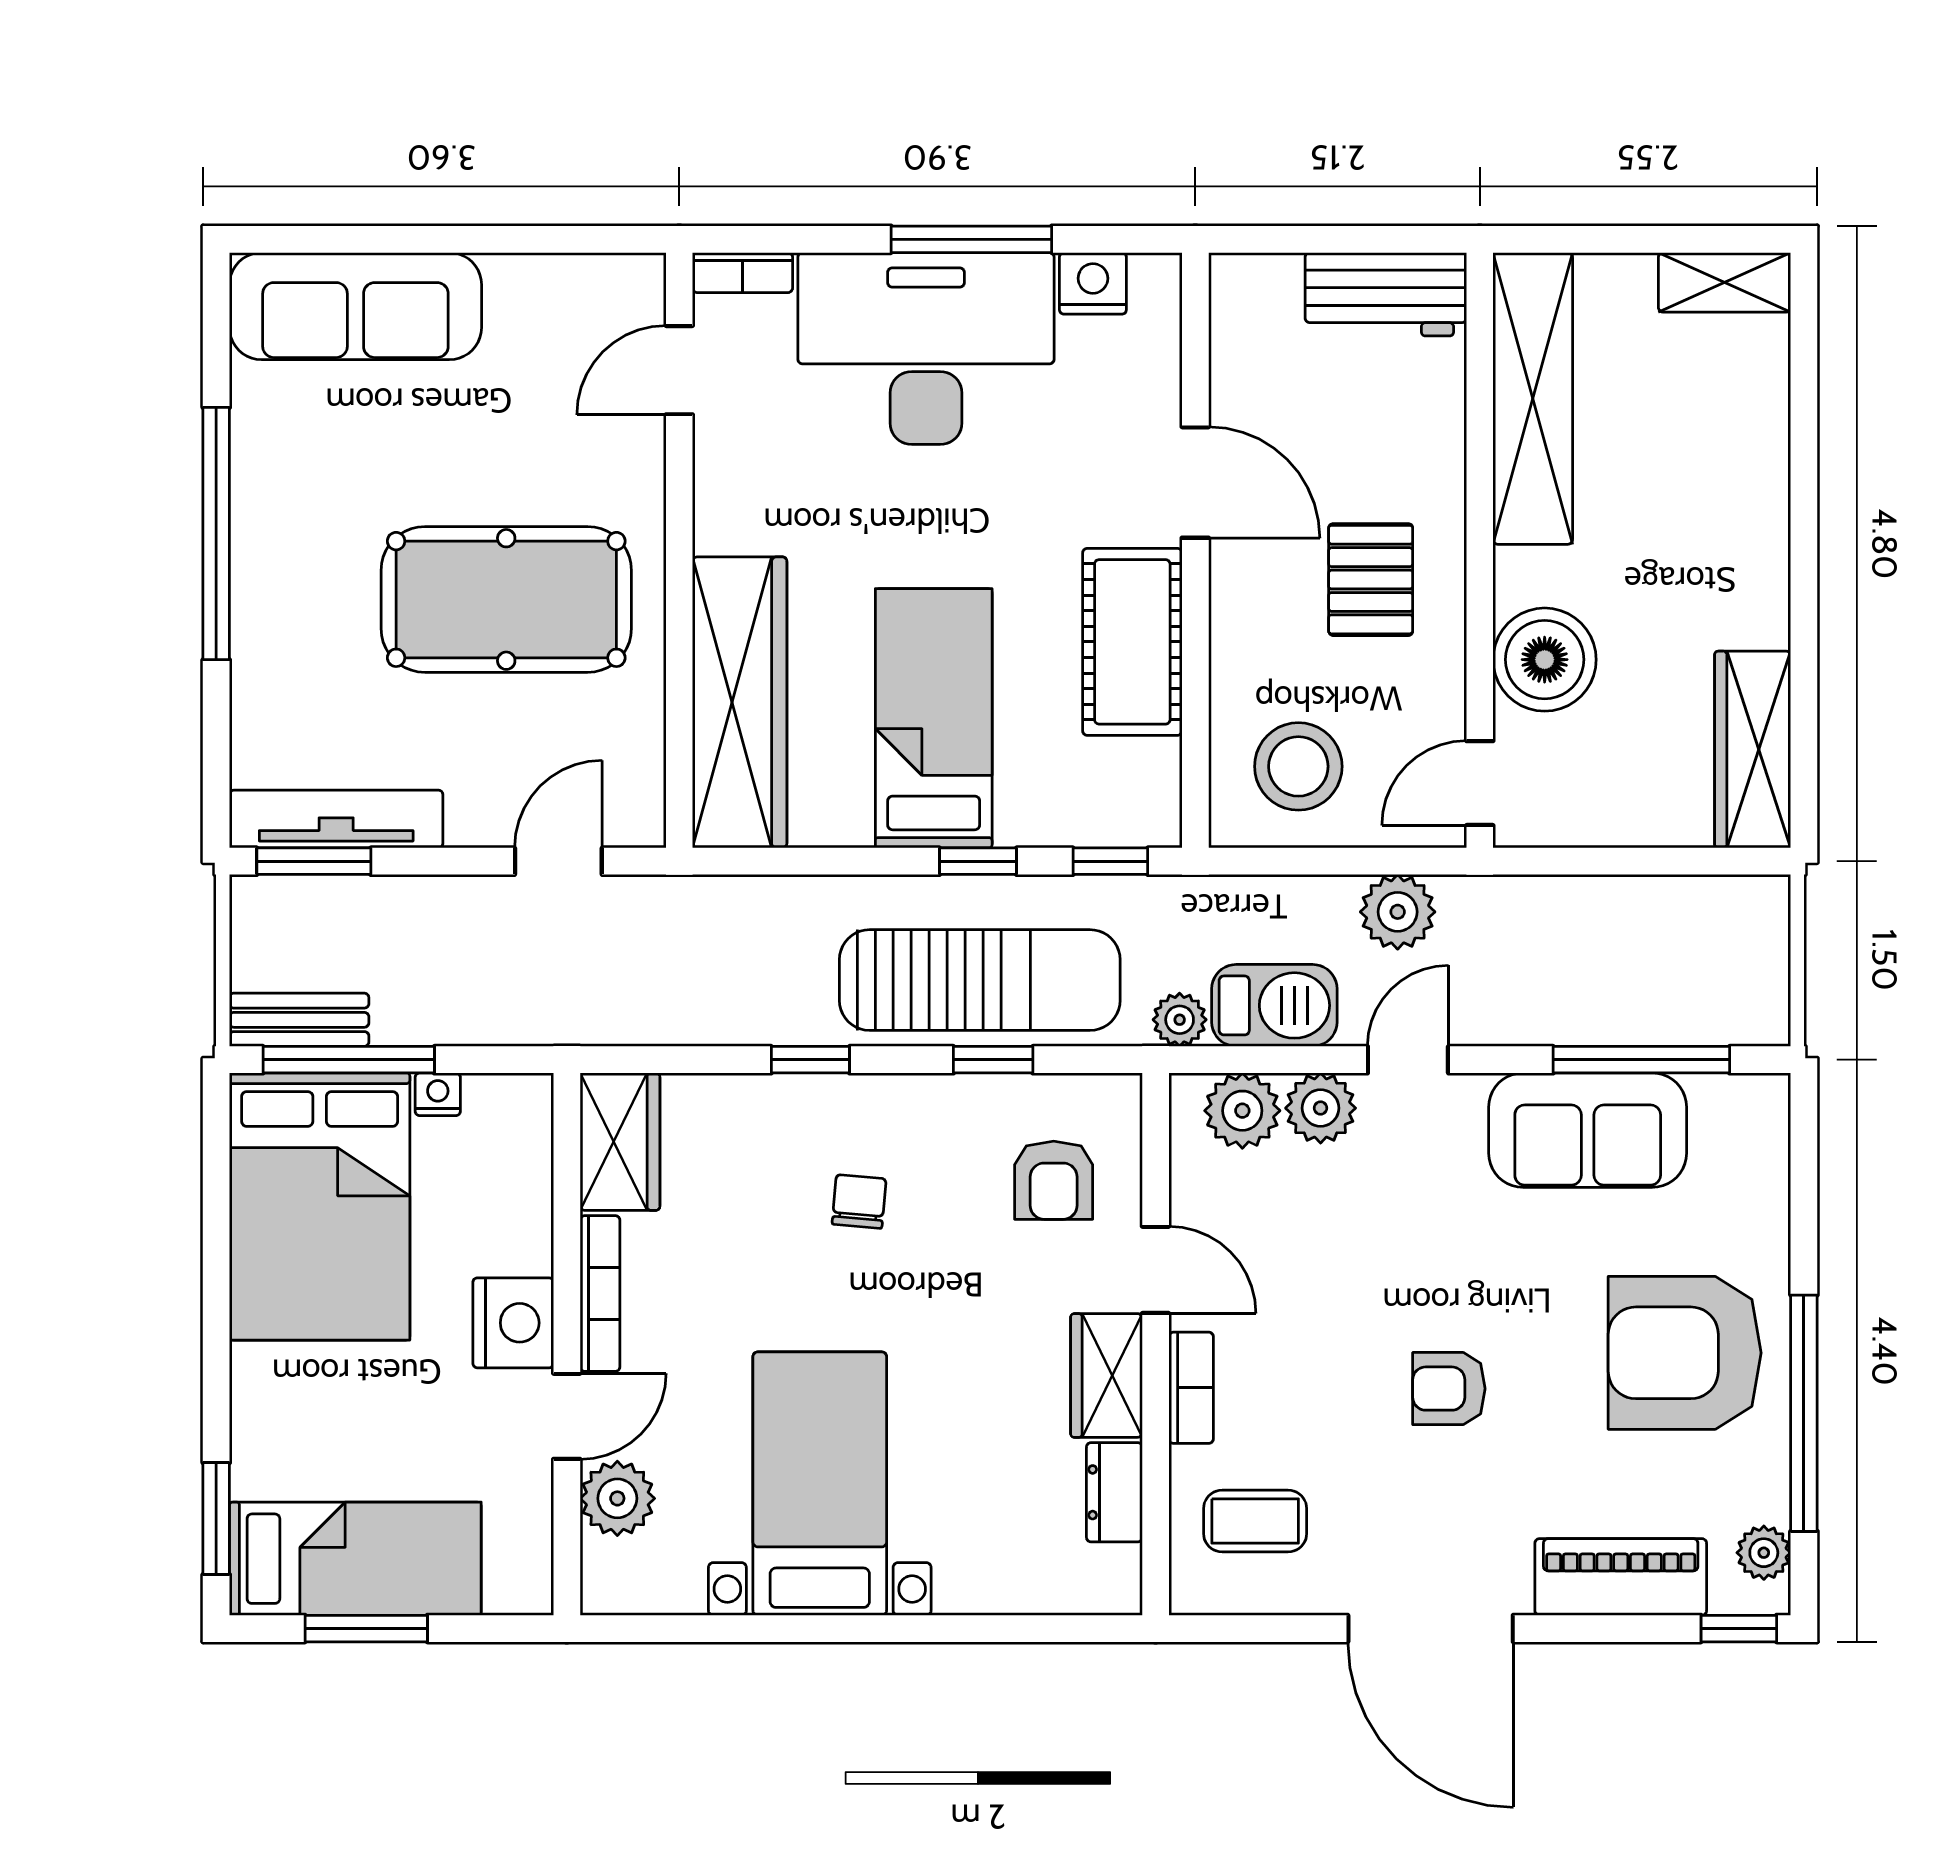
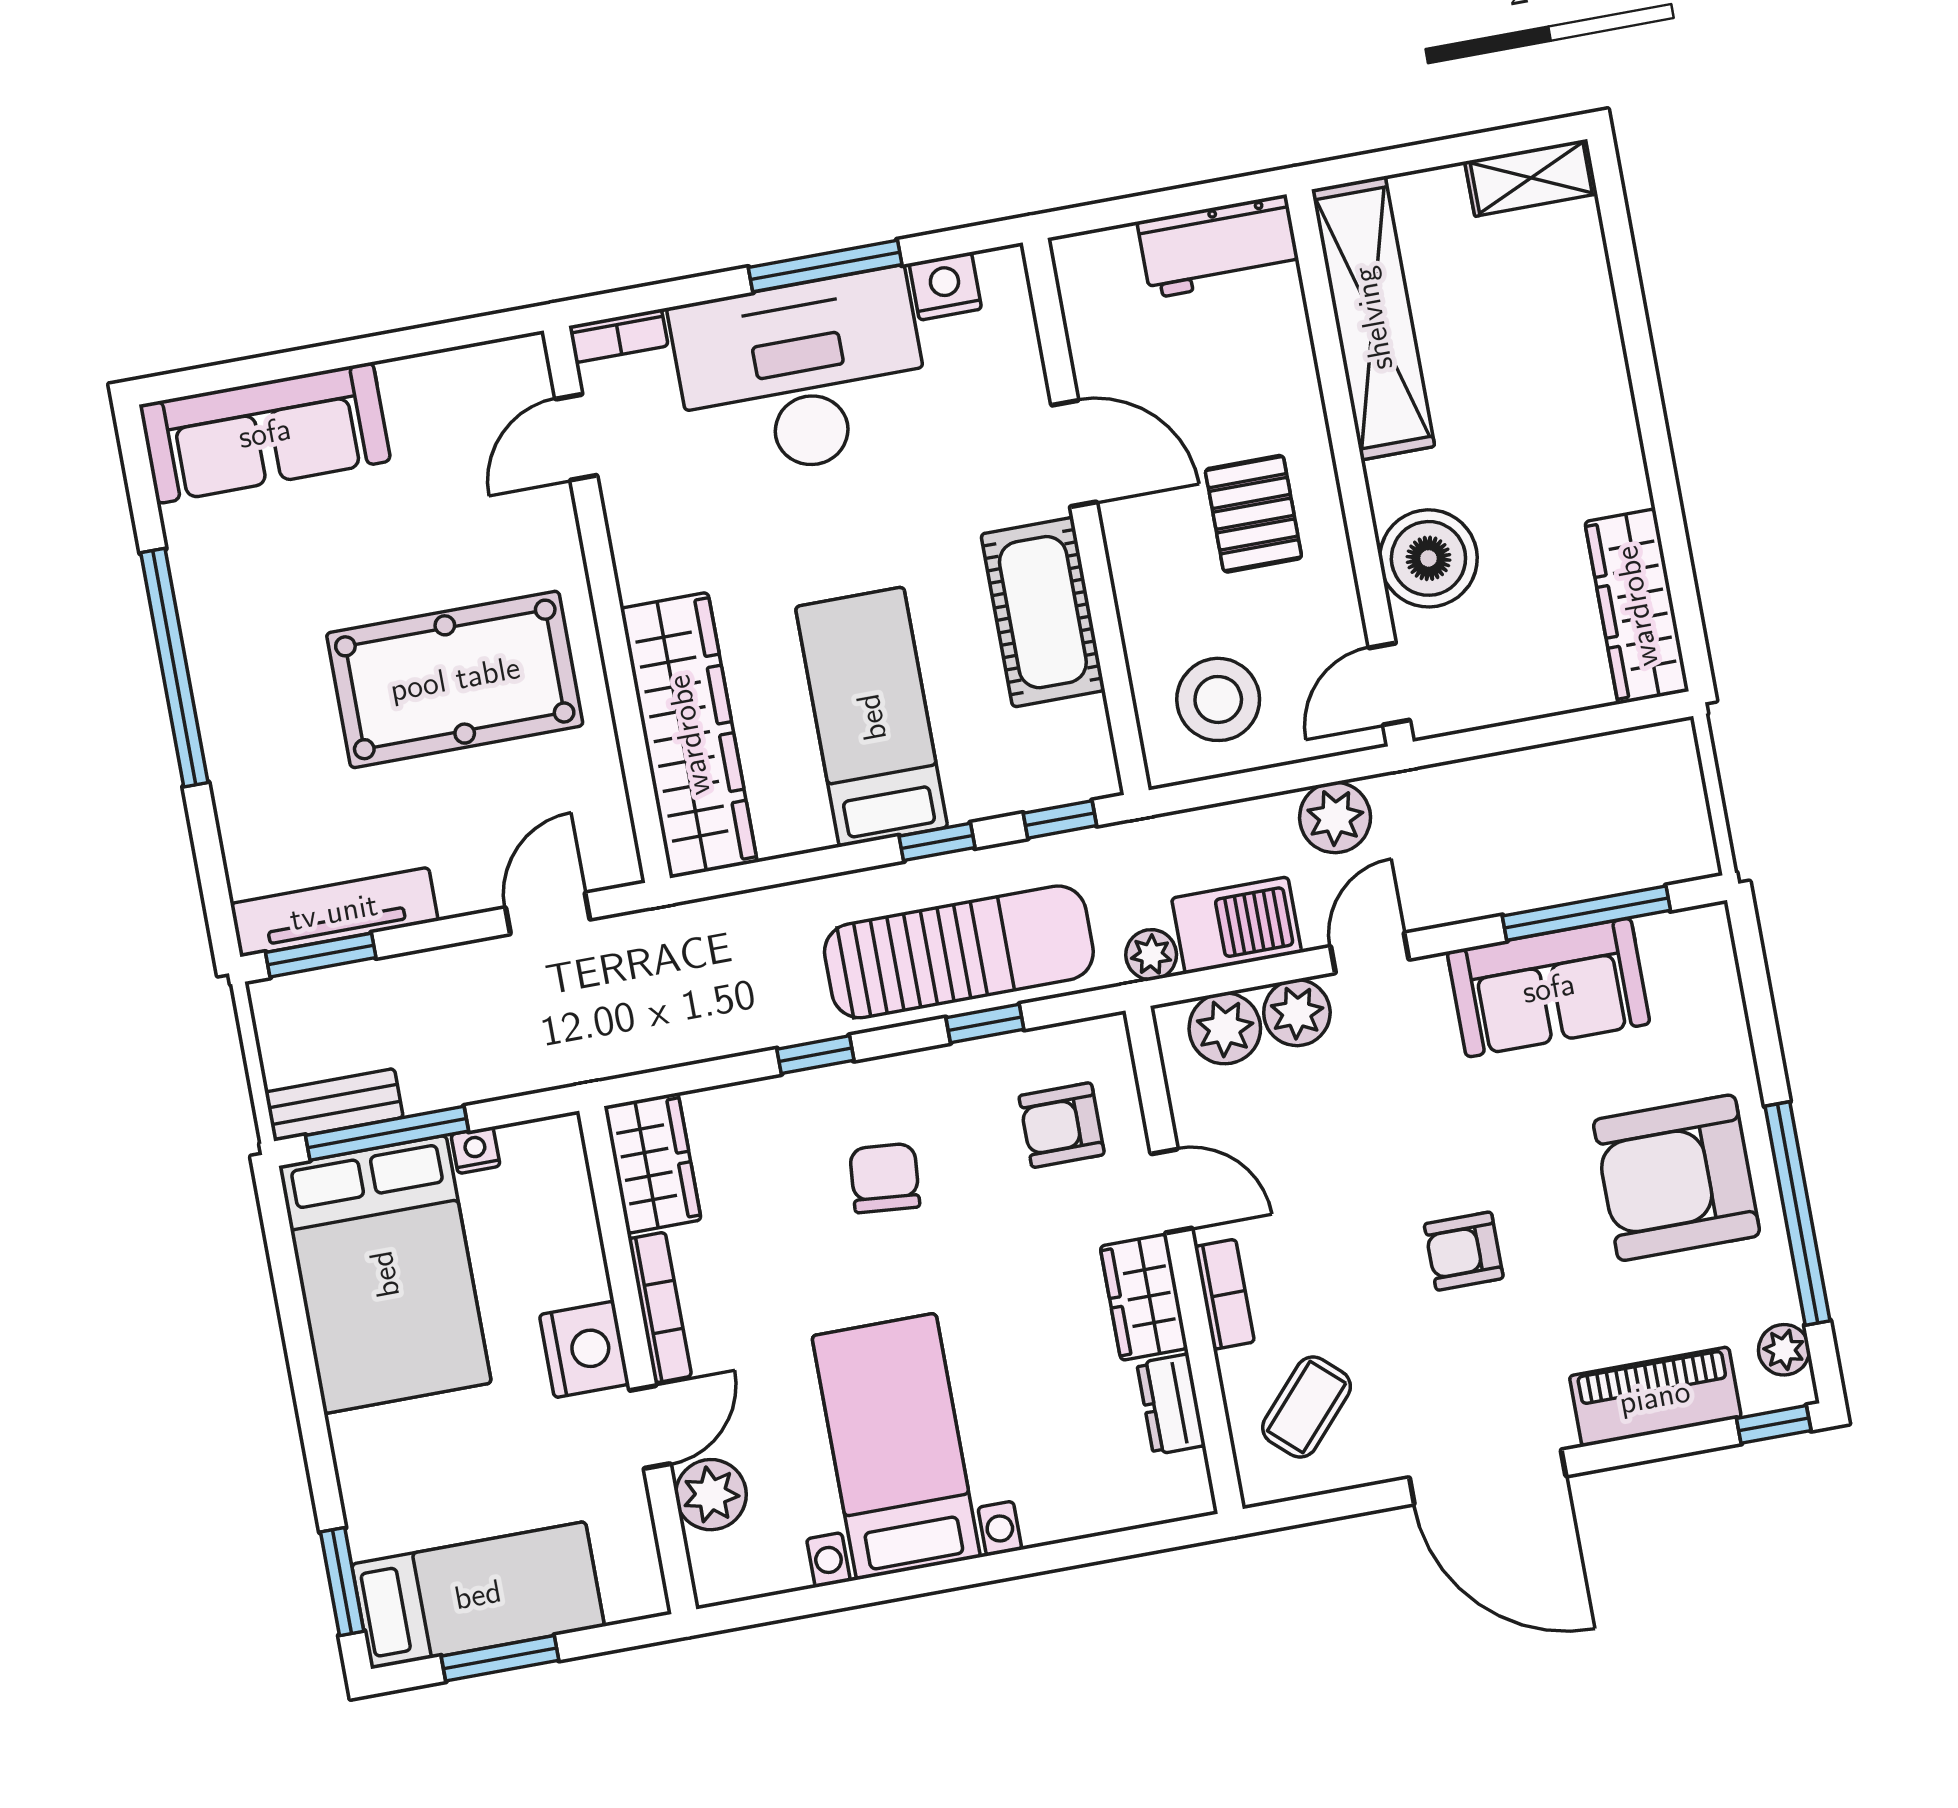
armchair: (1054, 1180) -> (1062, 1125), turned 90
chair: (859, 1202) -> (885, 1178), width x1.37, depth x1.37
coffee table: (1255, 1521) -> (1307, 1407), turned -48

